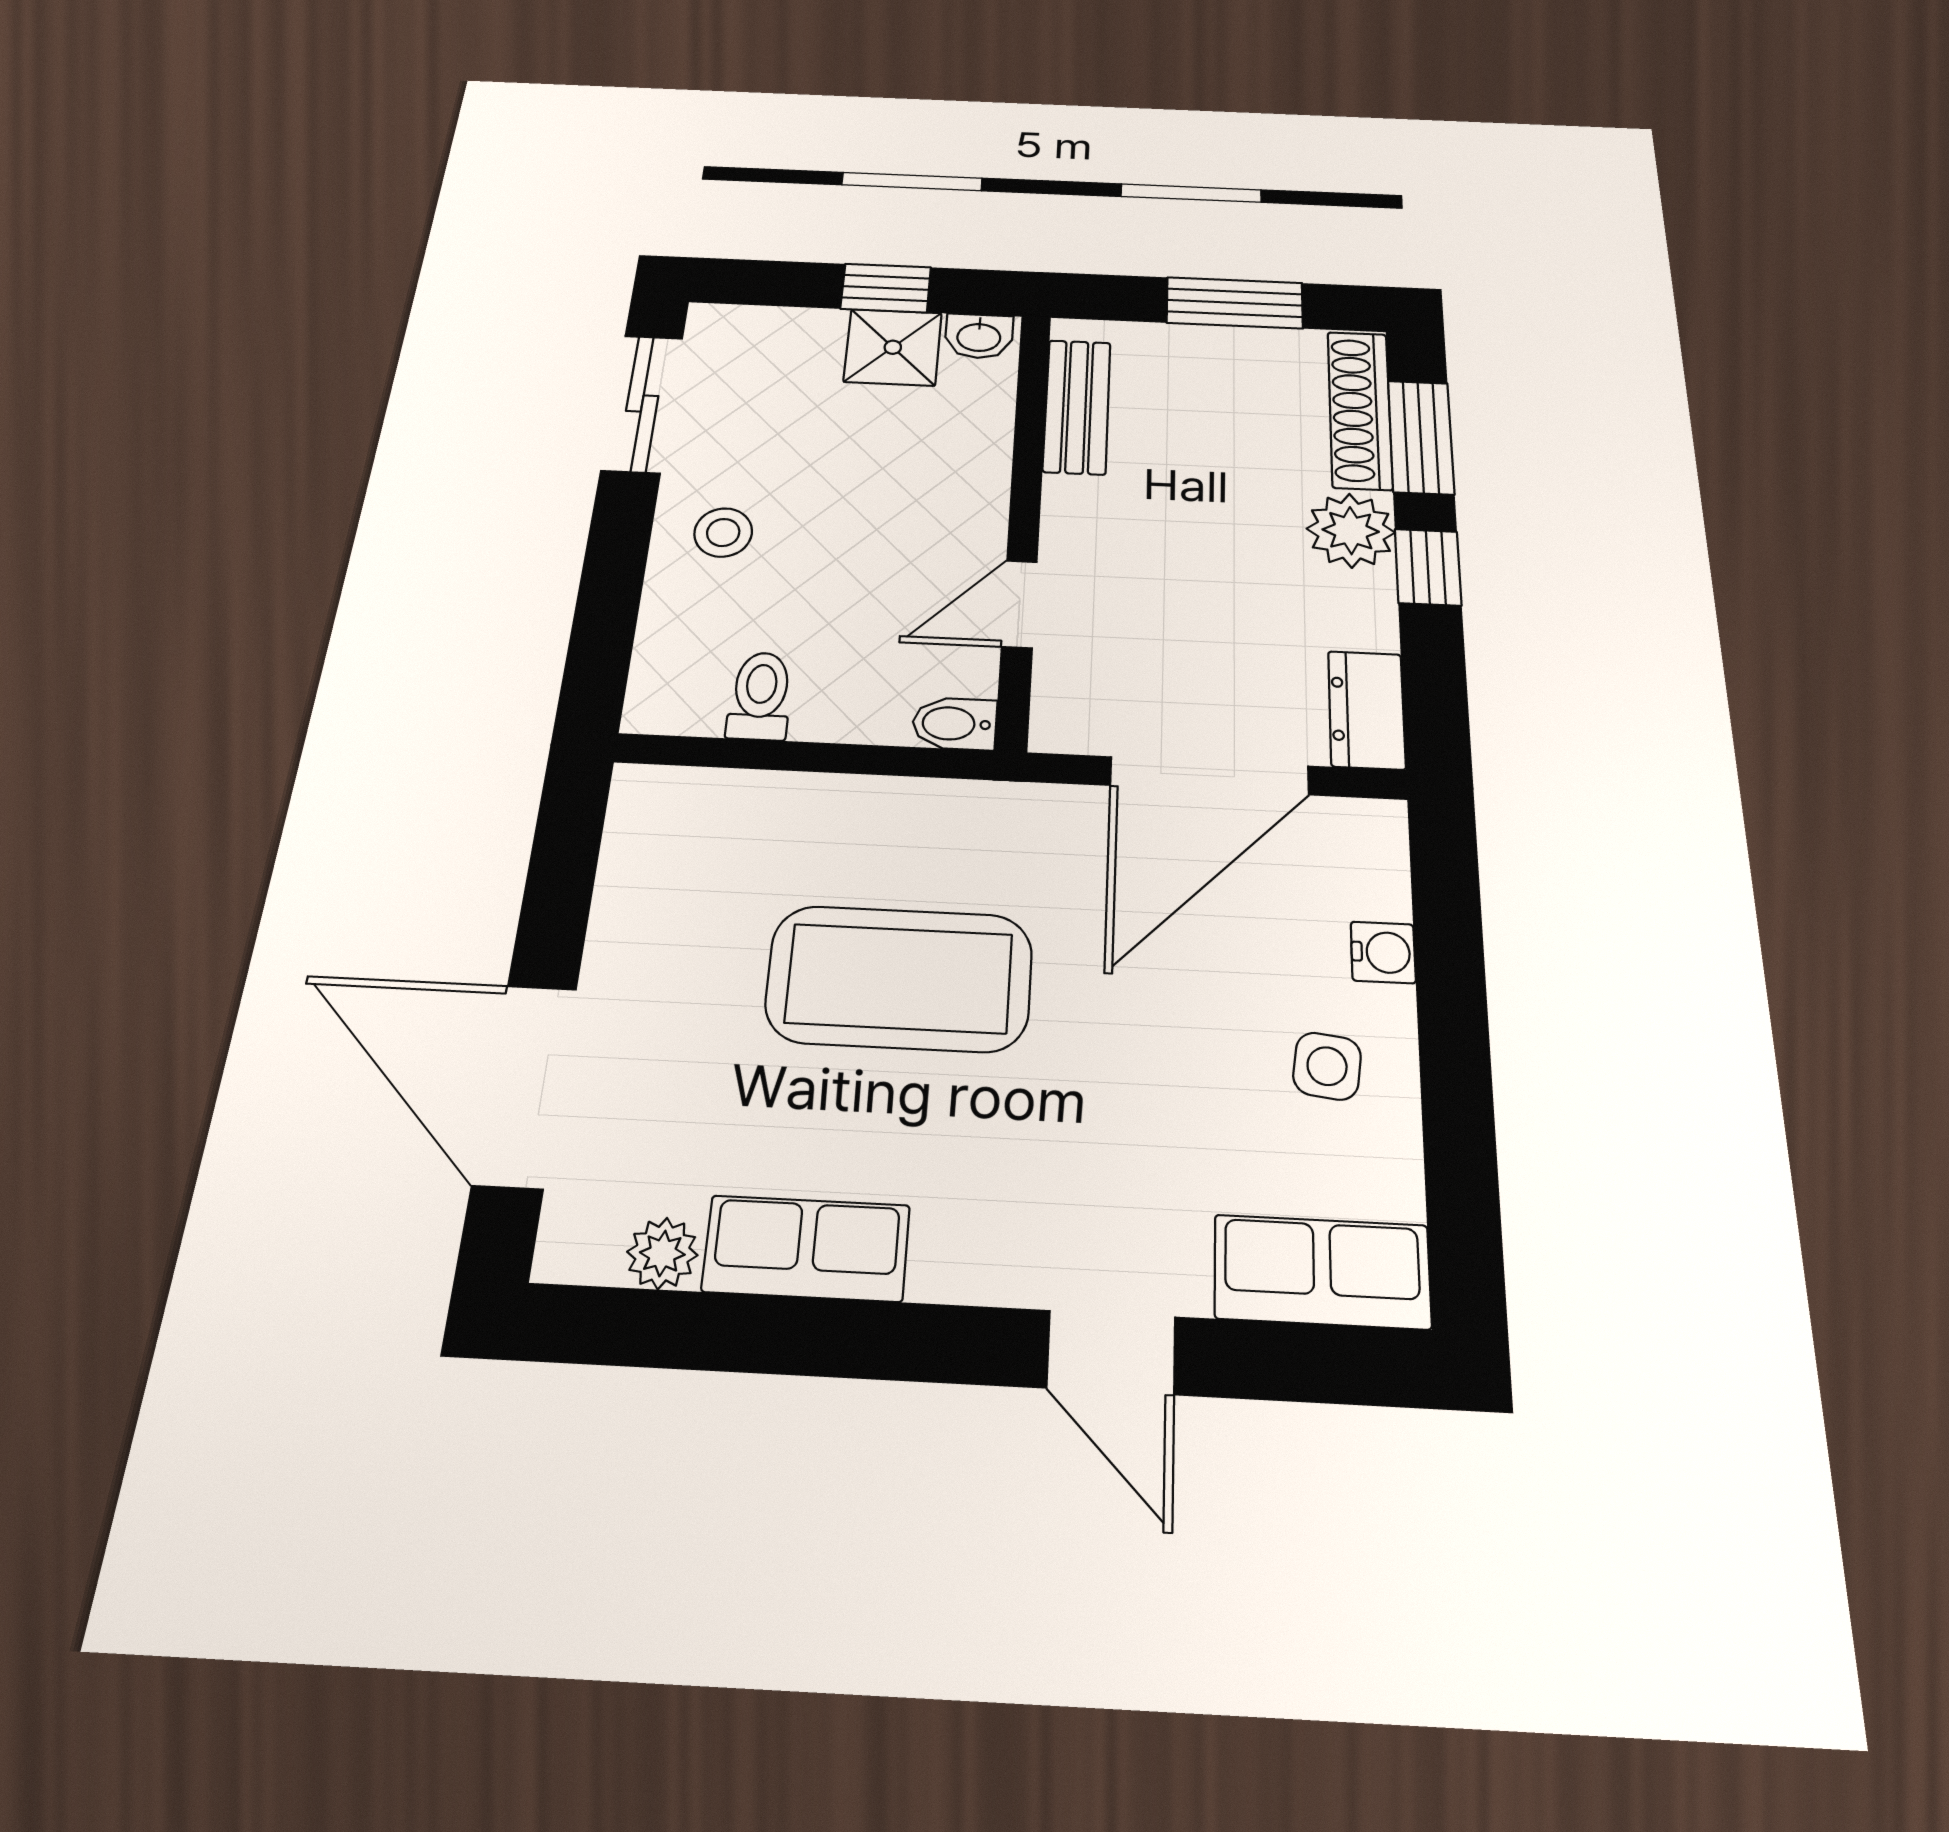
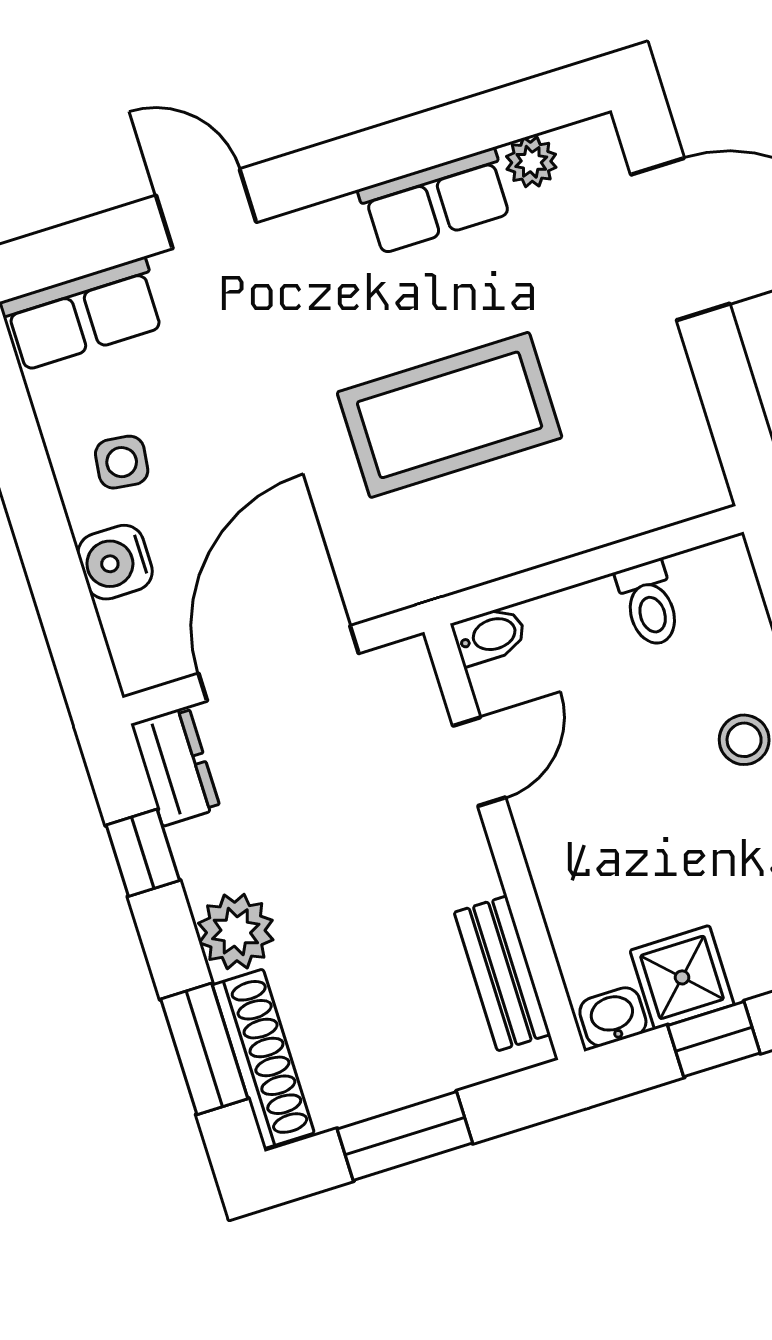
window: (1428, 567) -> (143, 853), moved
water cooler: (1383, 952) -> (115, 562), width x1.38, depth x1.38

